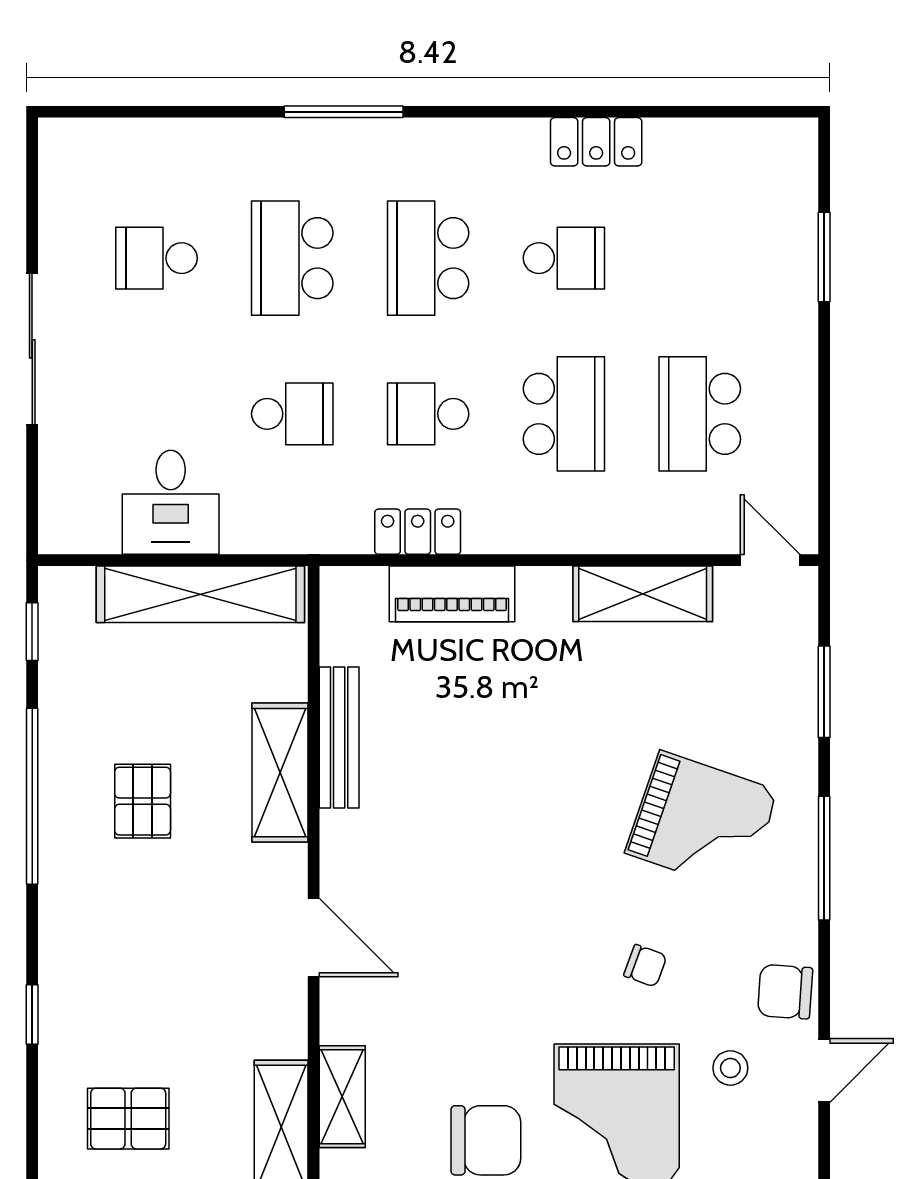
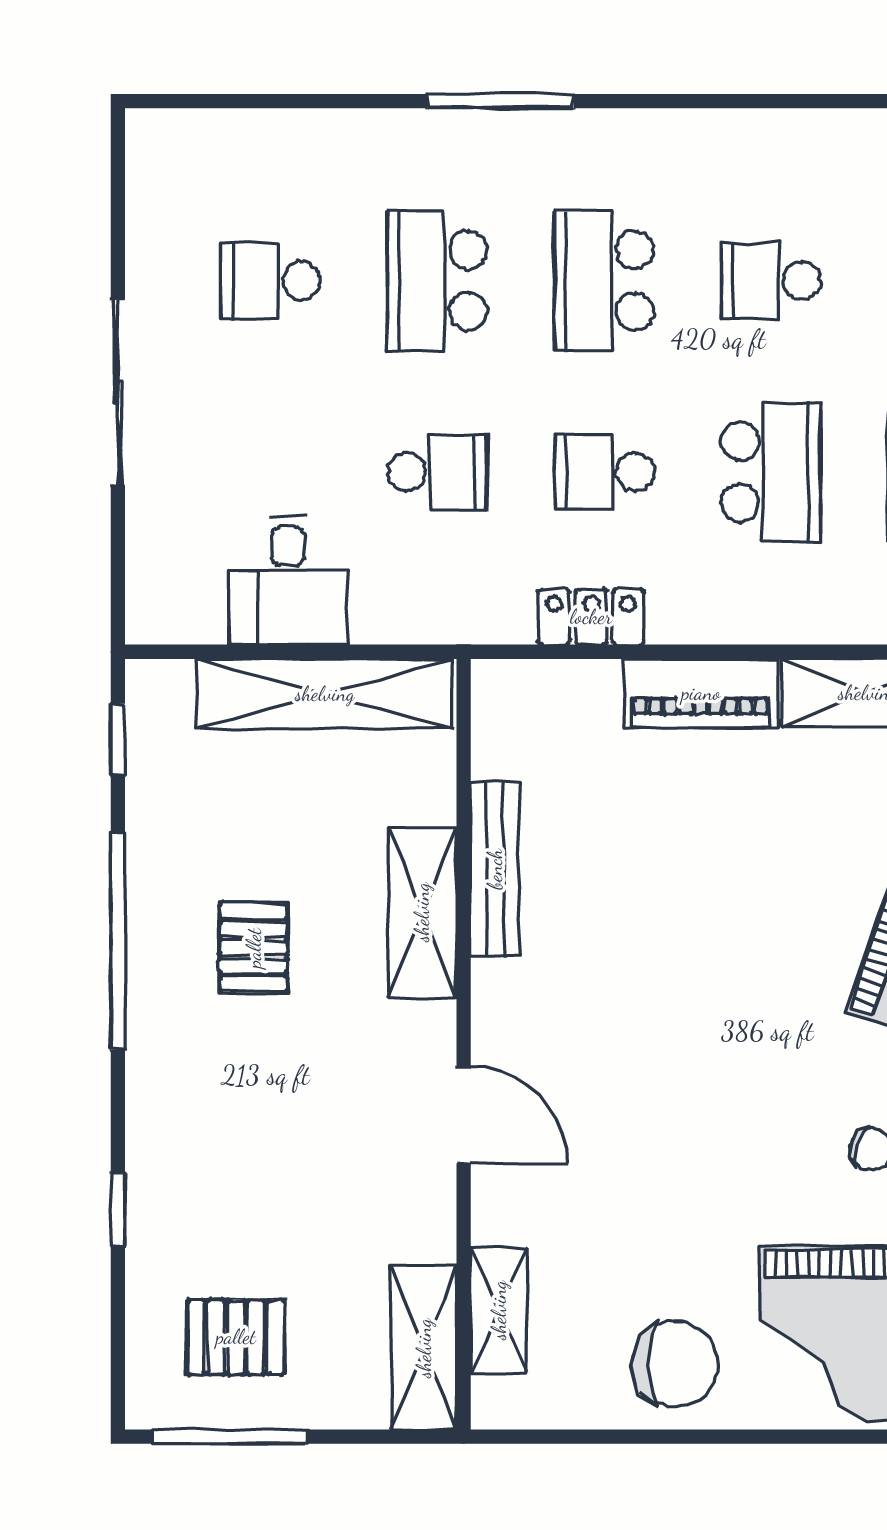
locker: (596, 142) -> (810, 138), removed
school desk: (564, 258) -> (771, 281), turned 180
piano: (452, 594) -> (701, 693), moved

